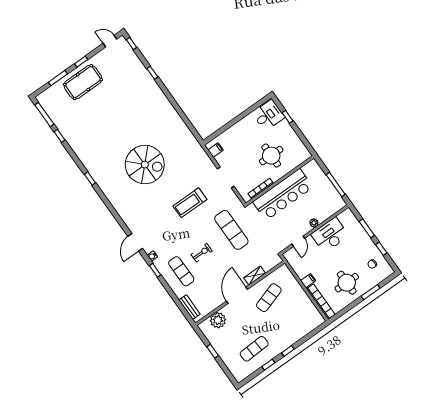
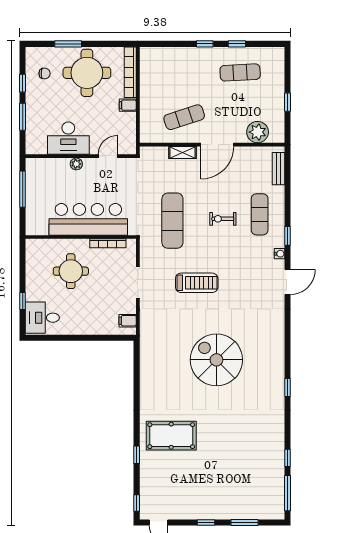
pool table: (83, 82) -> (171, 436), moved
round table: (347, 283) -> (87, 73), width x1.36, depth x1.36

